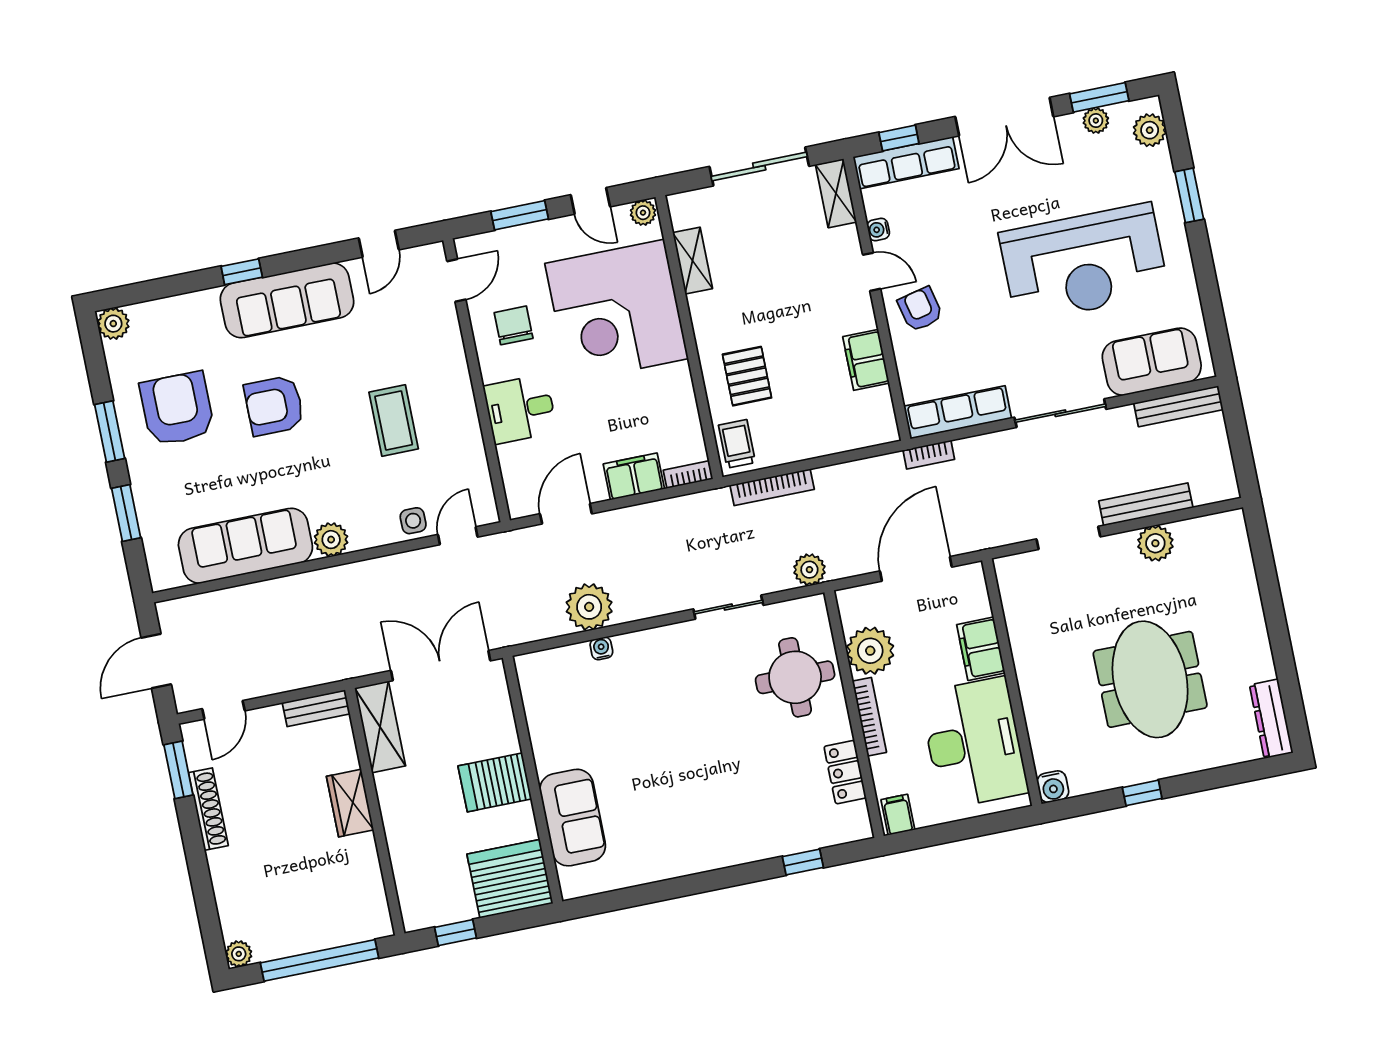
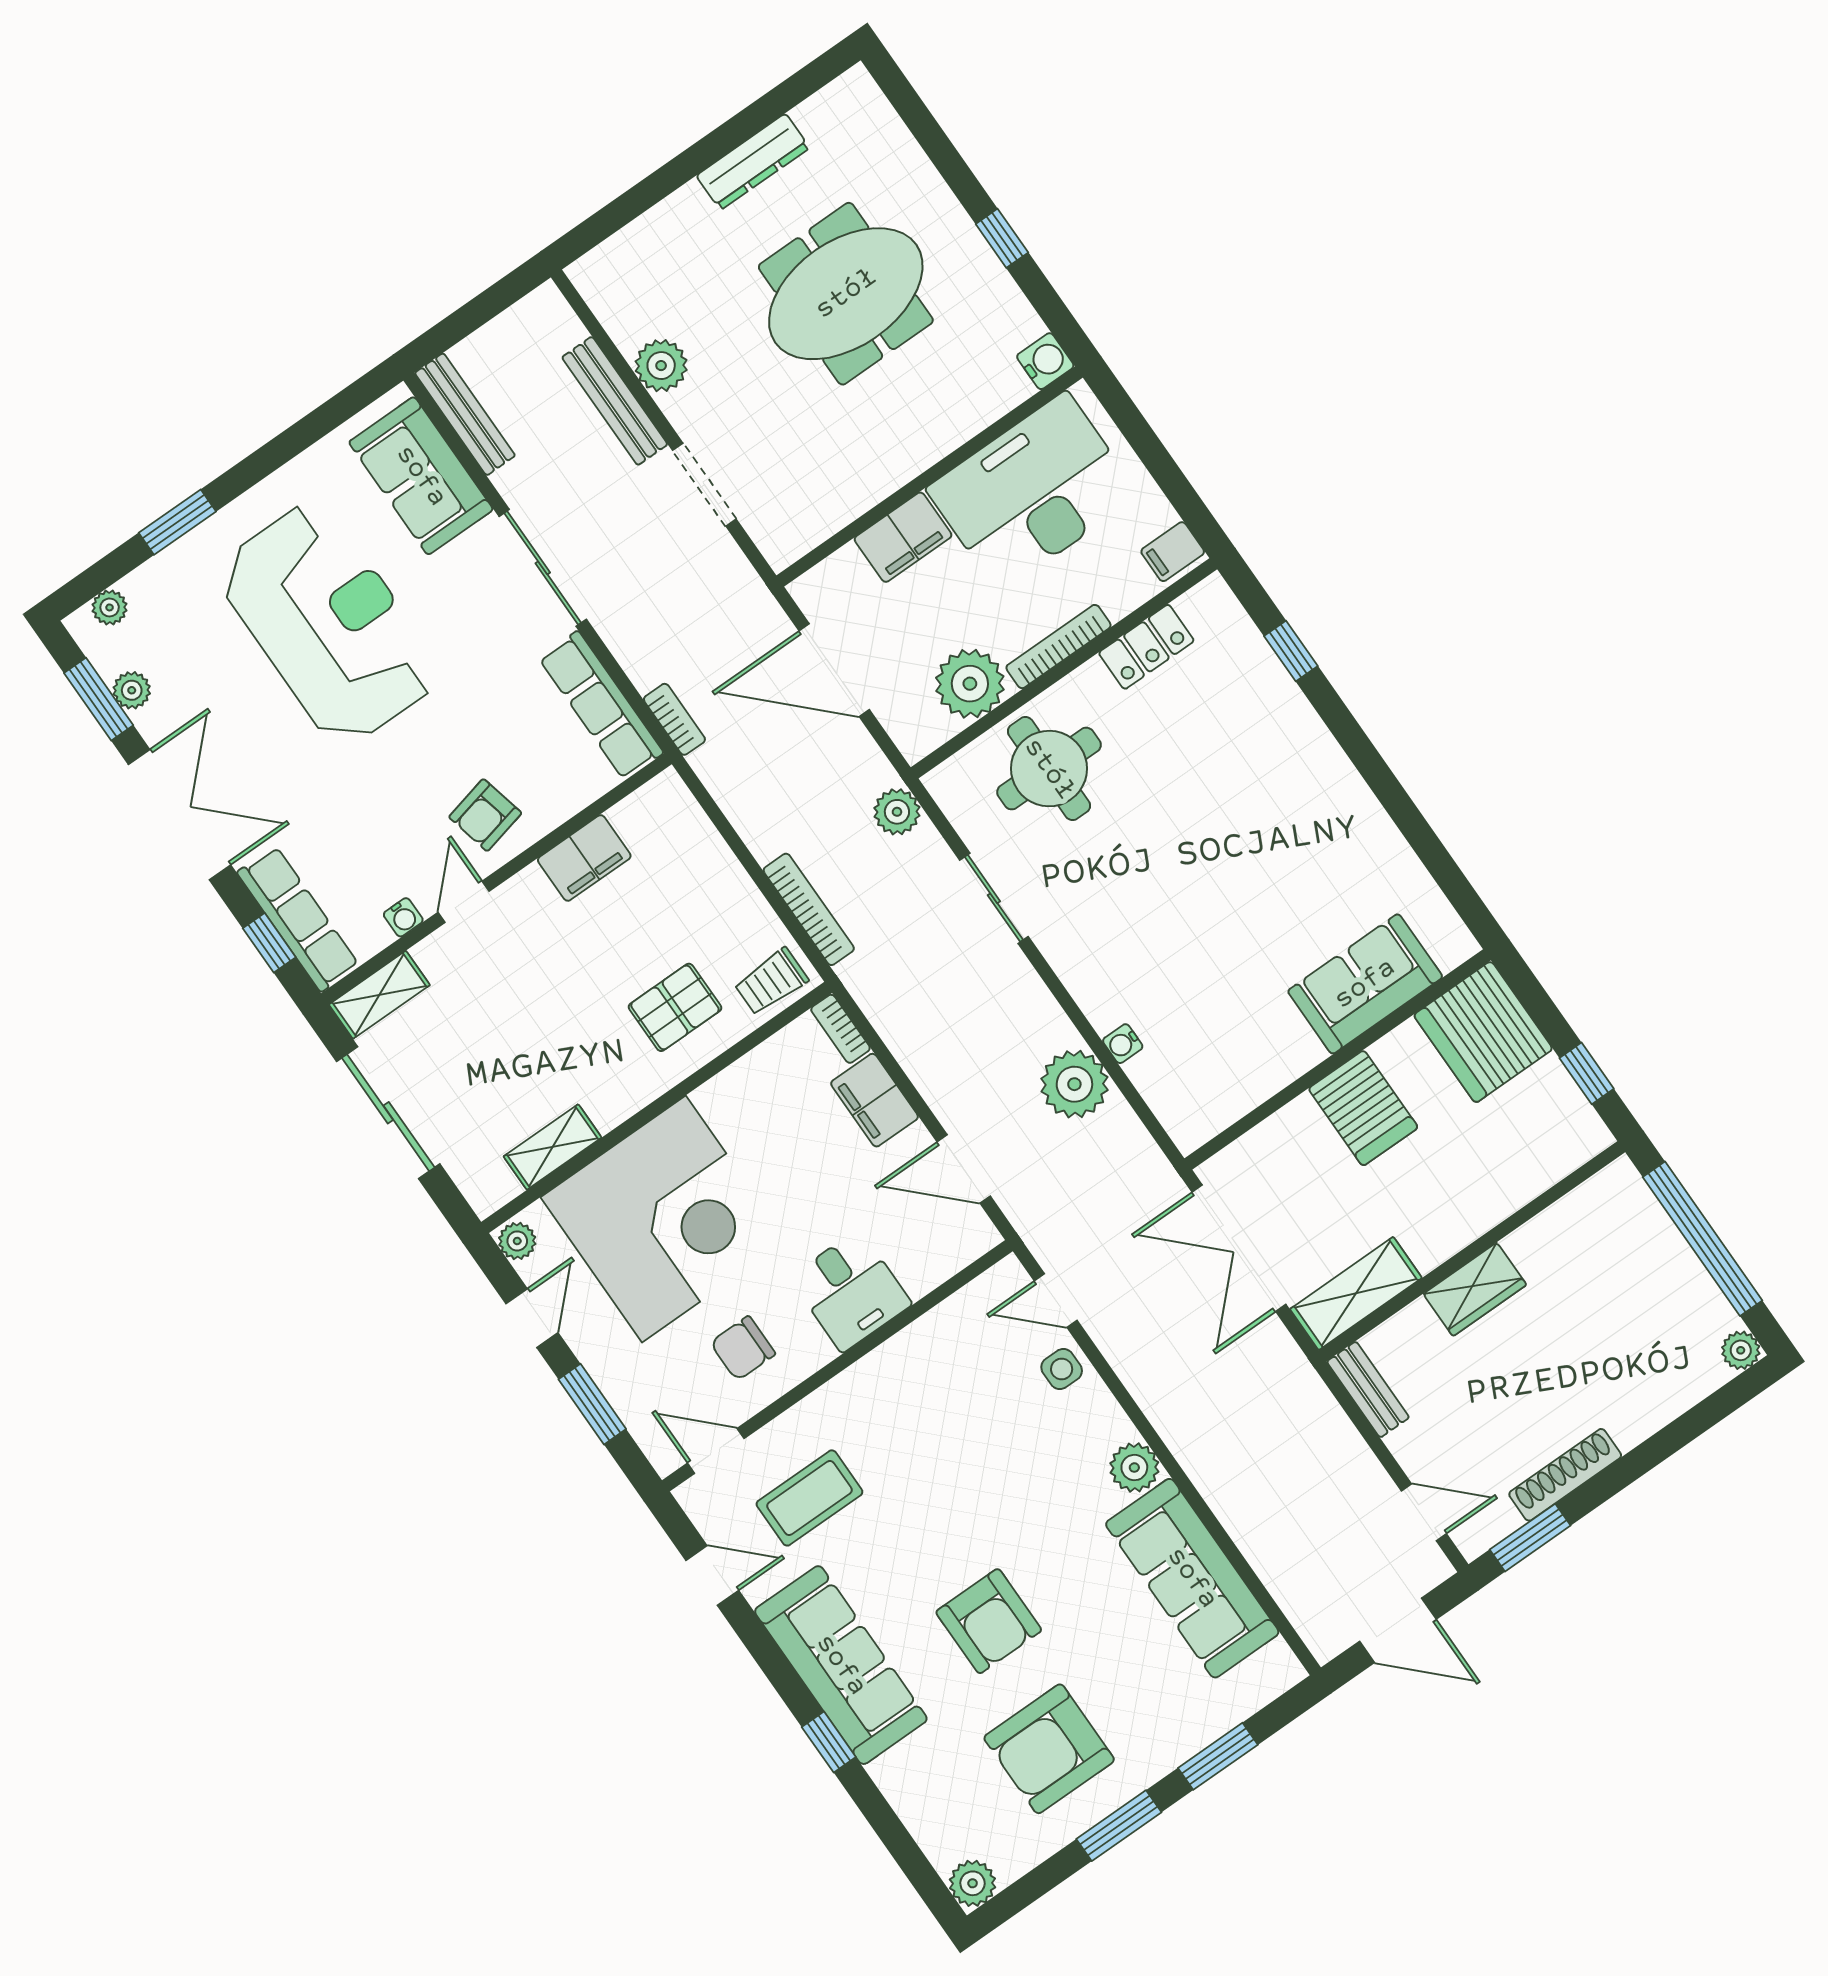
plant: (1150, 130) -> (110, 607), width x0.73, depth x0.73
coffee table: (394, 420) -> (809, 1498), moved
dresser: (1271, 719) -> (753, 162), moved

